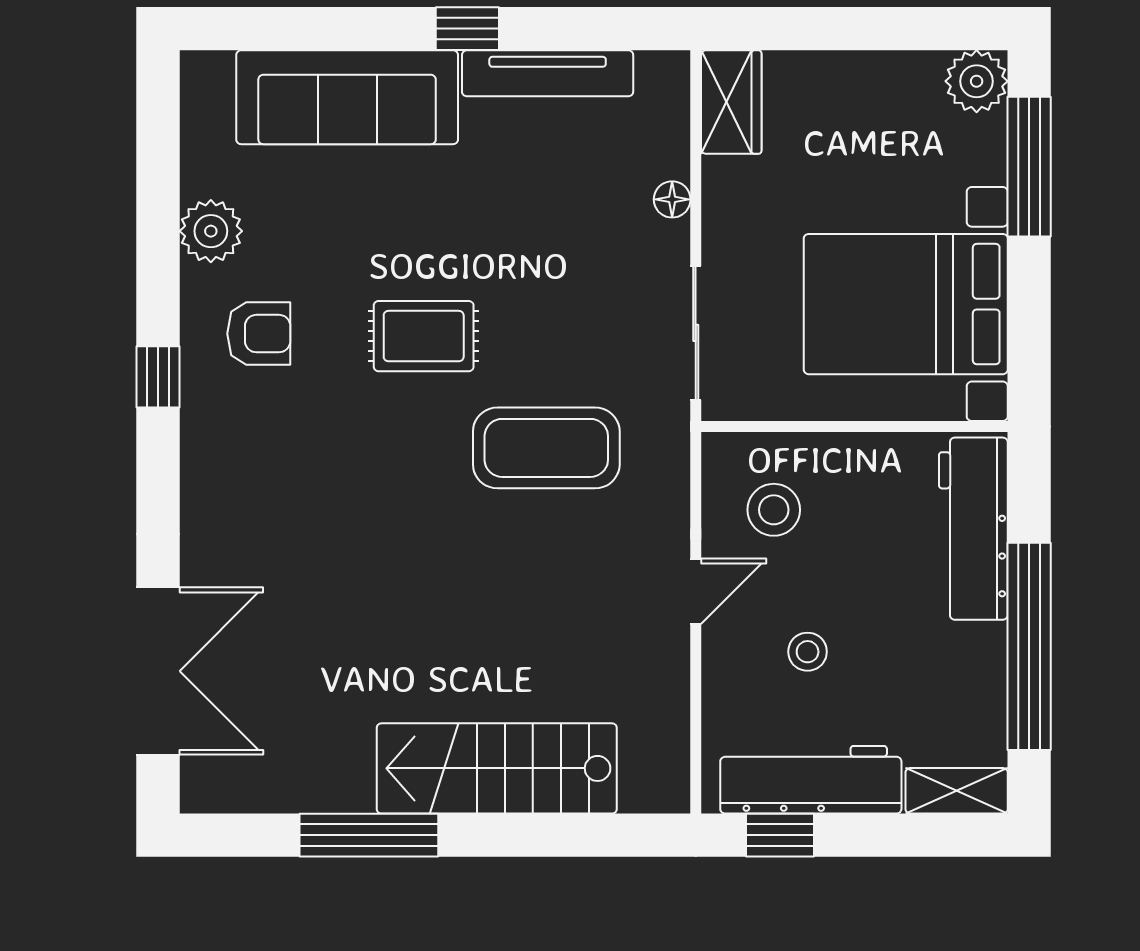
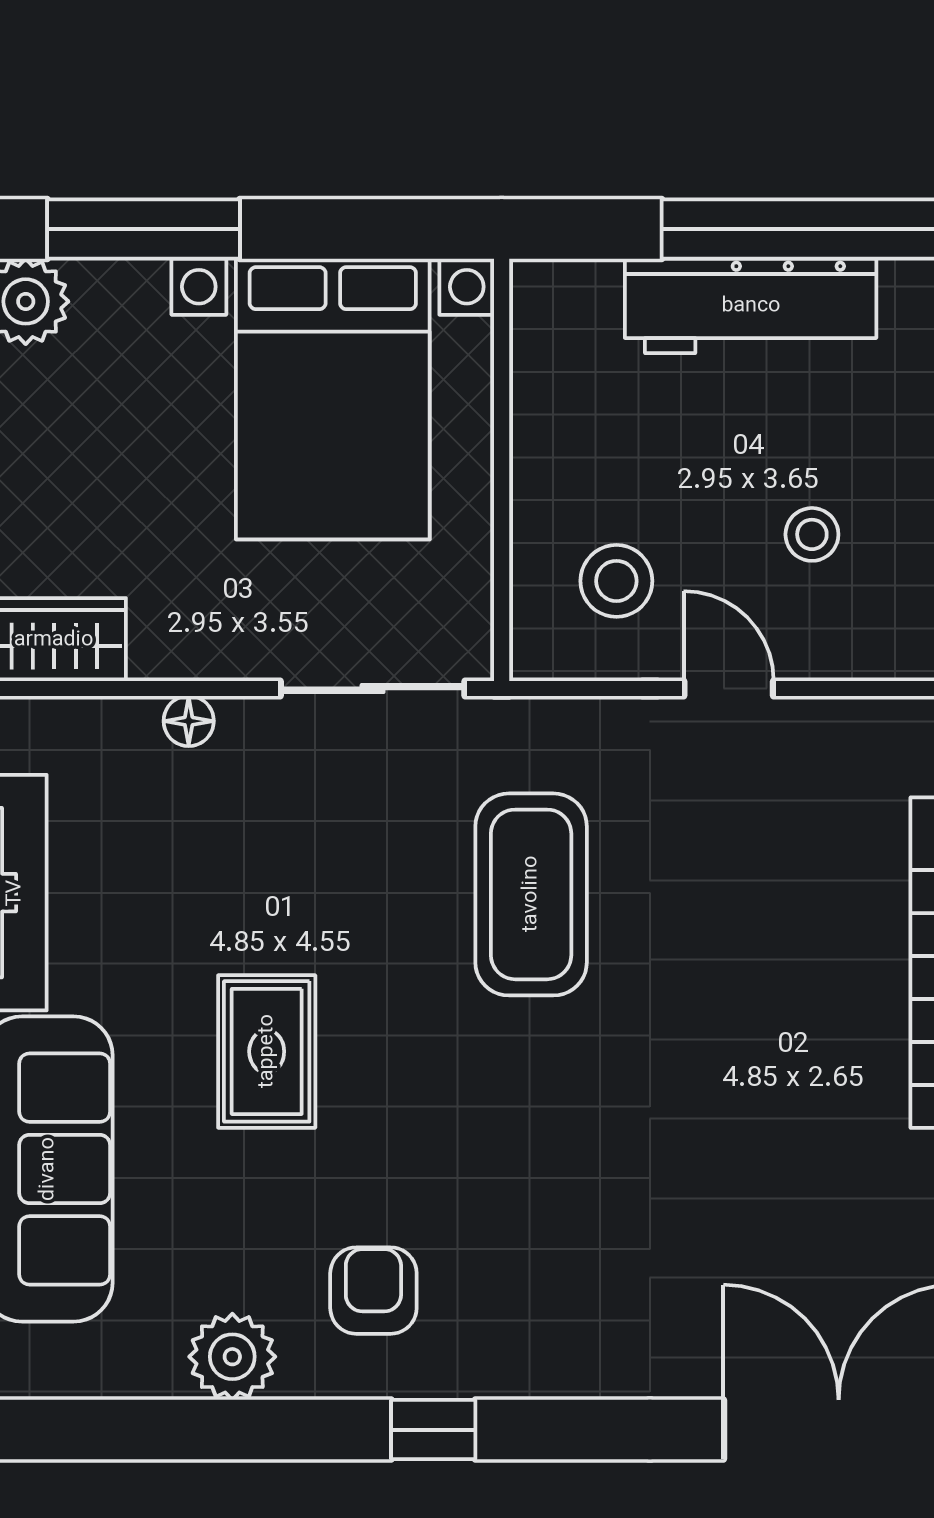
rug: (424, 336) -> (267, 1051), moved
workbench: (973, 529) -> (751, 306), moved

